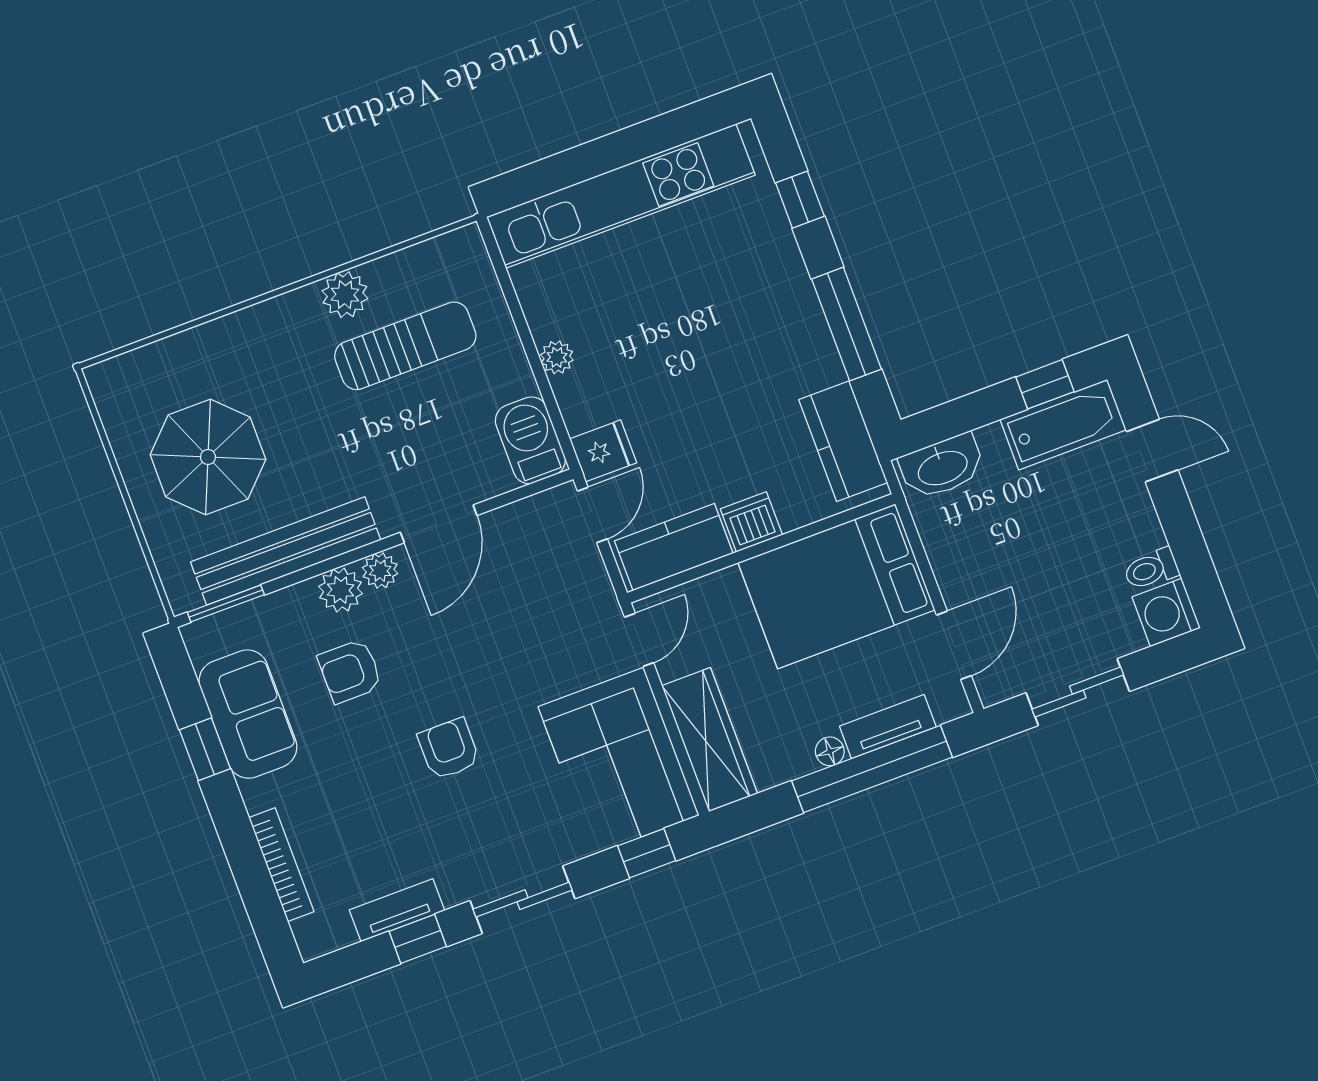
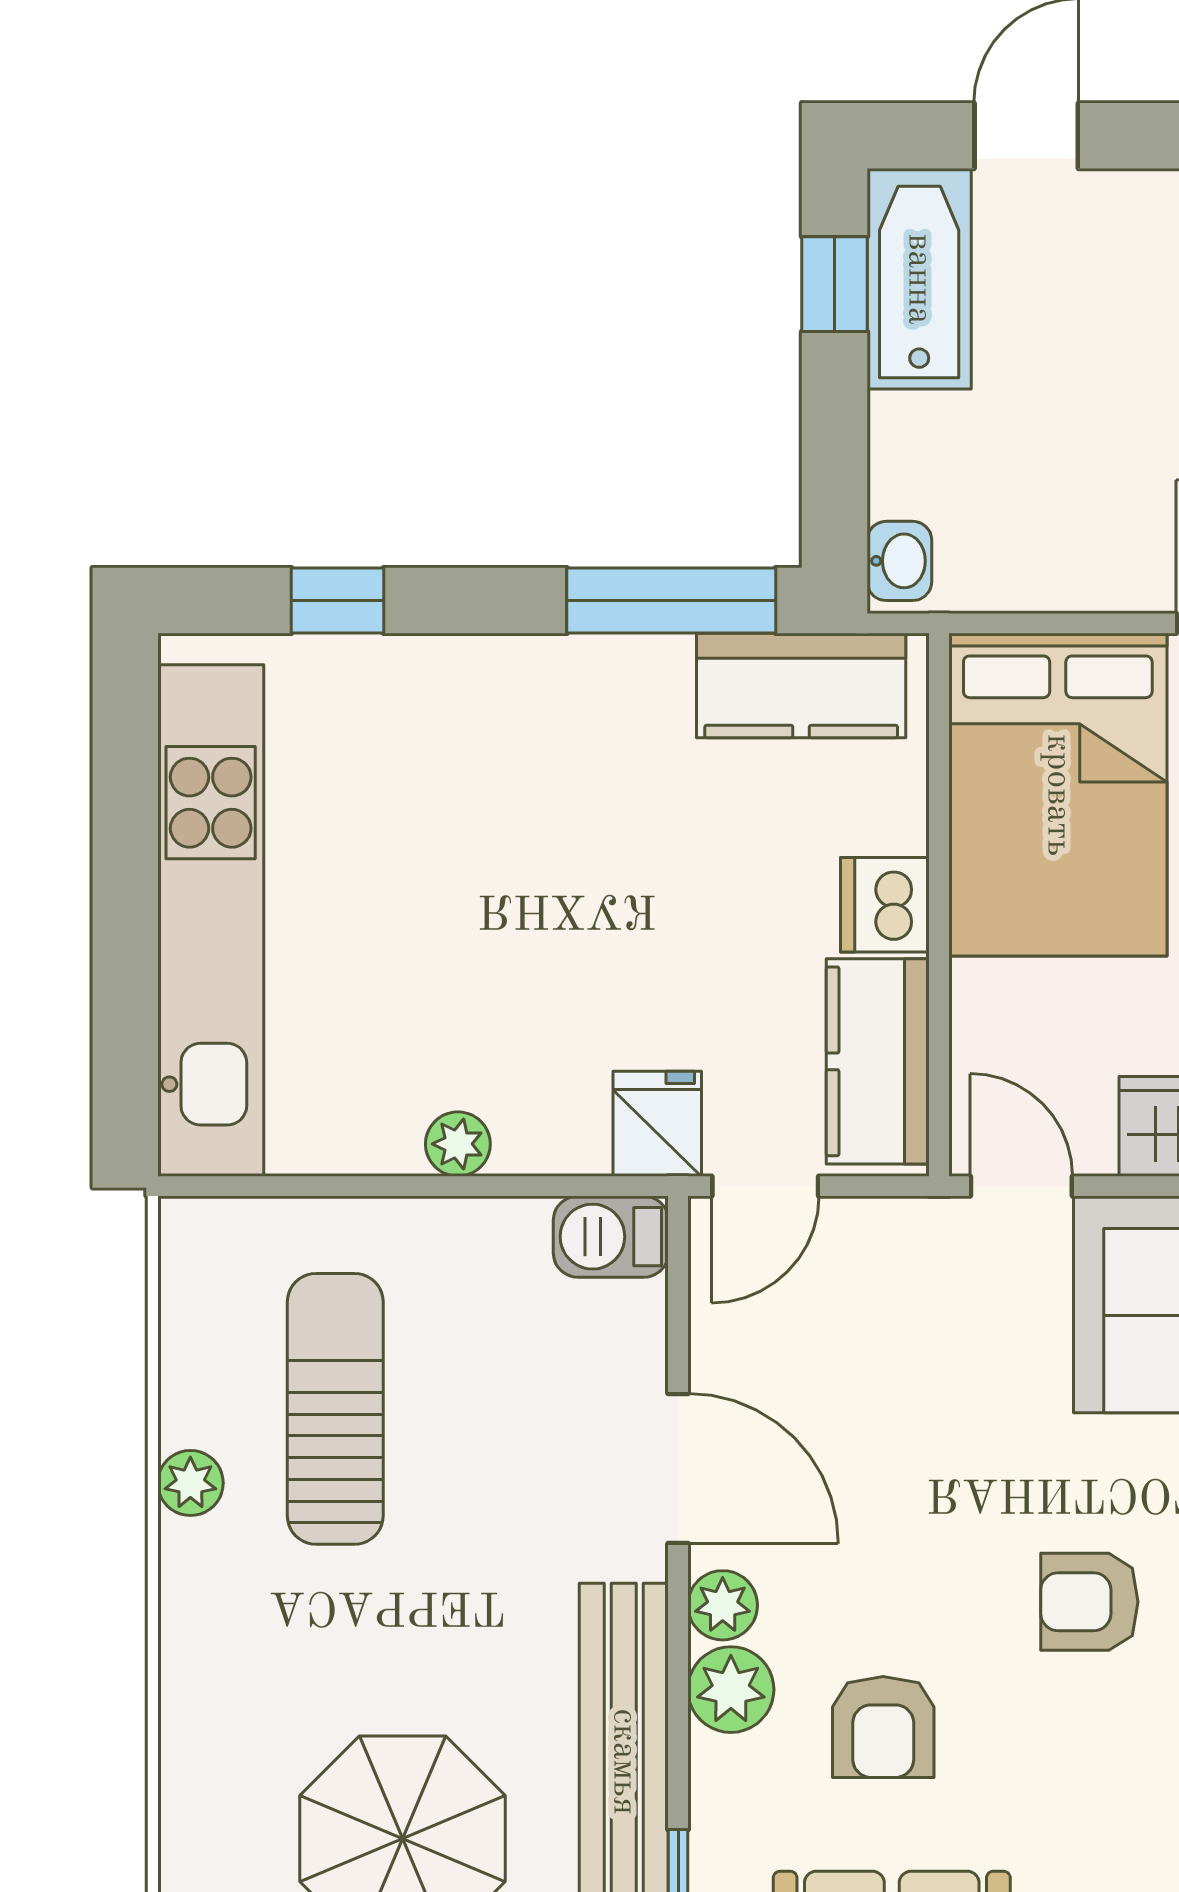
plant: (345, 295) -> (190, 1483), width x0.73, depth x0.73
window: (847, 324) -> (671, 601), moved
barbecue: (530, 440) -> (611, 1237), width x0.73, depth x0.79
washbasin: (942, 467) -> (899, 561), width x0.52, depth x0.69
door: (592, 515) -> (765, 1186), swing flipped

